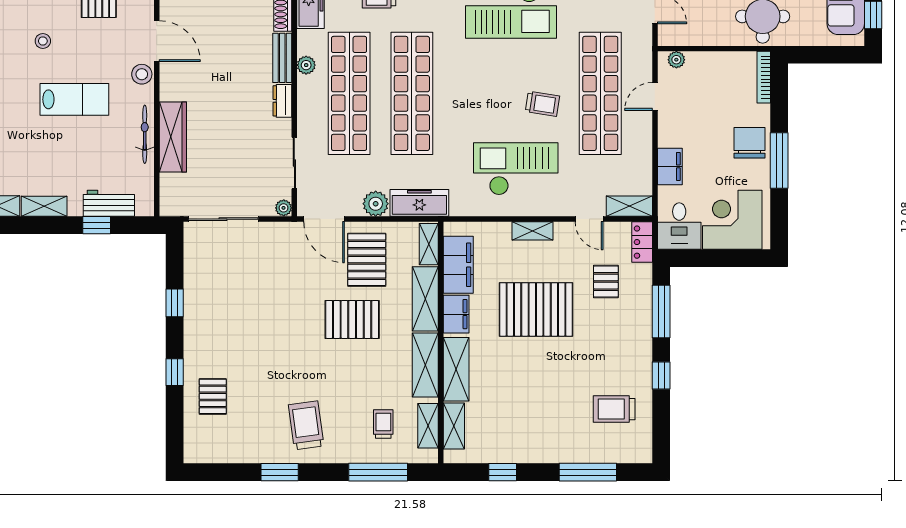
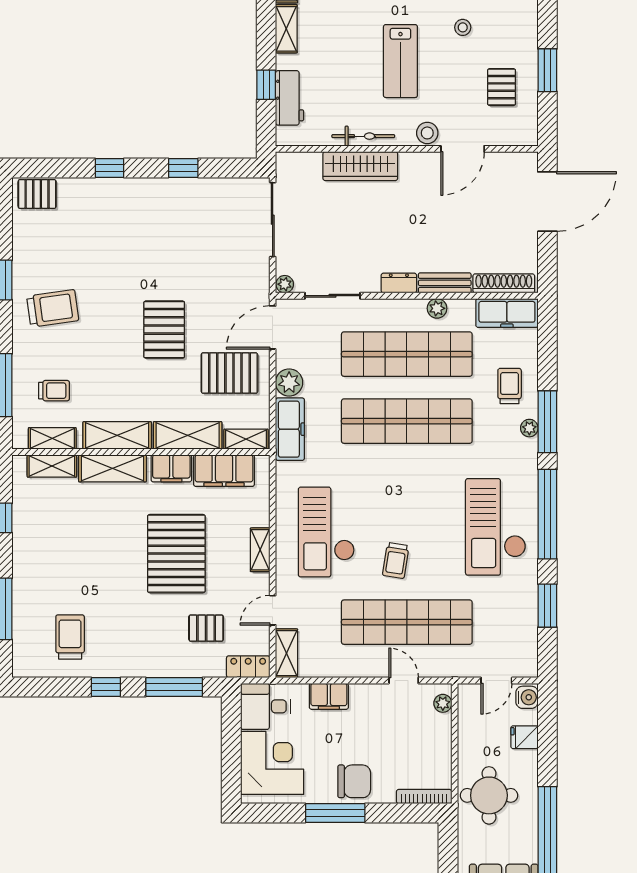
checkout: (516, 169) -> (326, 532), turned 180
pallet: (352, 319) -> (164, 330), moved
pallet: (213, 396) -> (37, 194), moved

